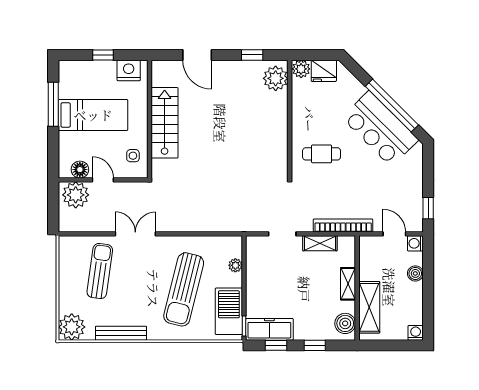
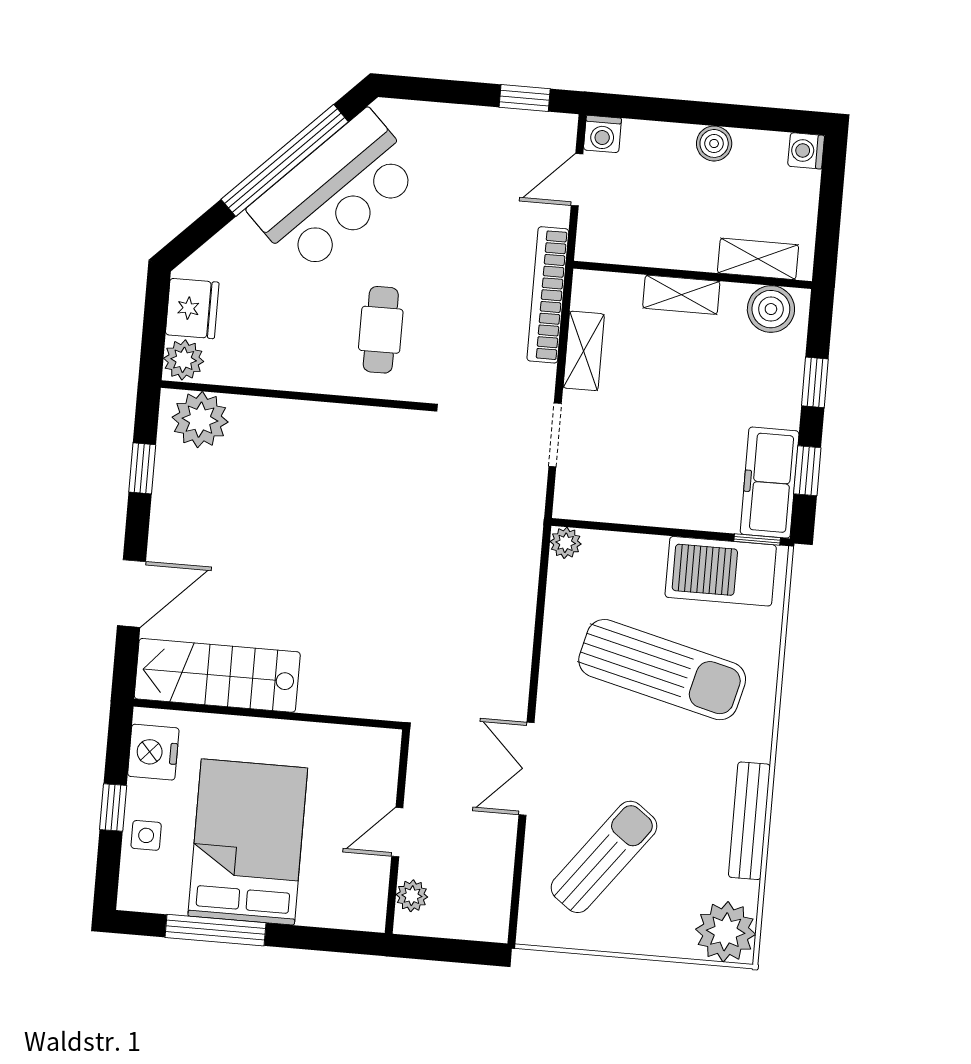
bed: (93, 115) -> (248, 842), width x1.50
stairs: (165, 123) -> (217, 675), moved
side table: (133, 156) -> (146, 835), moved
floor lamp: (80, 170) -> (369, 882), removed
plant: (76, 195) -> (412, 896), width x0.53, depth x0.53
plant: (235, 265) -> (566, 543), moved
sun lounger: (100, 271) -> (604, 857), turned 119
boiler: (415, 273) -> (714, 143), moved
shelving: (369, 307) -> (758, 259), width x0.67, depth x0.75

